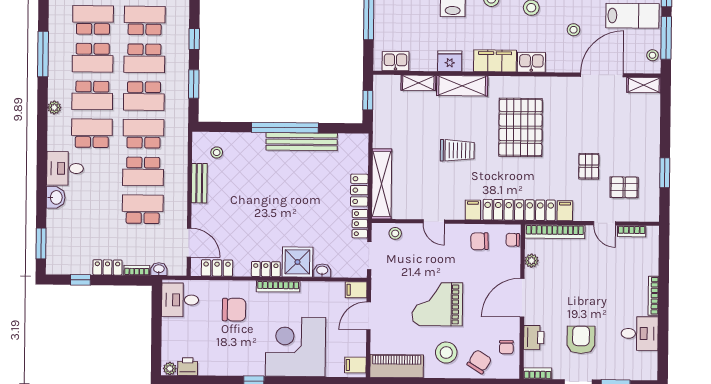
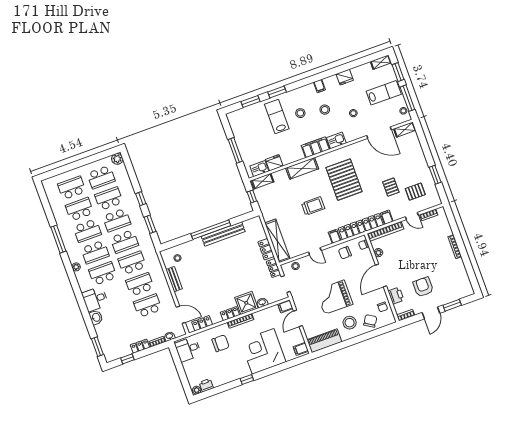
fridge: (450, 61) -> (274, 163), moved
door: (602, 75) -> (379, 133), swing flipped
shelving: (418, 83) -> (263, 181), moved
school desk: (143, 171) -> (140, 284), turned 180
desk: (640, 334) -> (455, 271), removed

